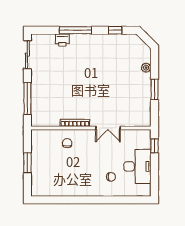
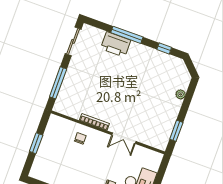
printer: (62, 40) -> (116, 44), width x1.87, depth x1.48
window: (155, 89) -> (176, 131), moved
window: (155, 146) -> (162, 171), removed

